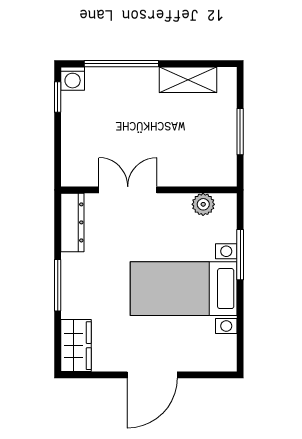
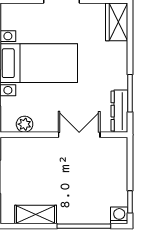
double door: (128, 190) -> (79, 135), swing flipped
window: (58, 285) -> (130, 93), moved

